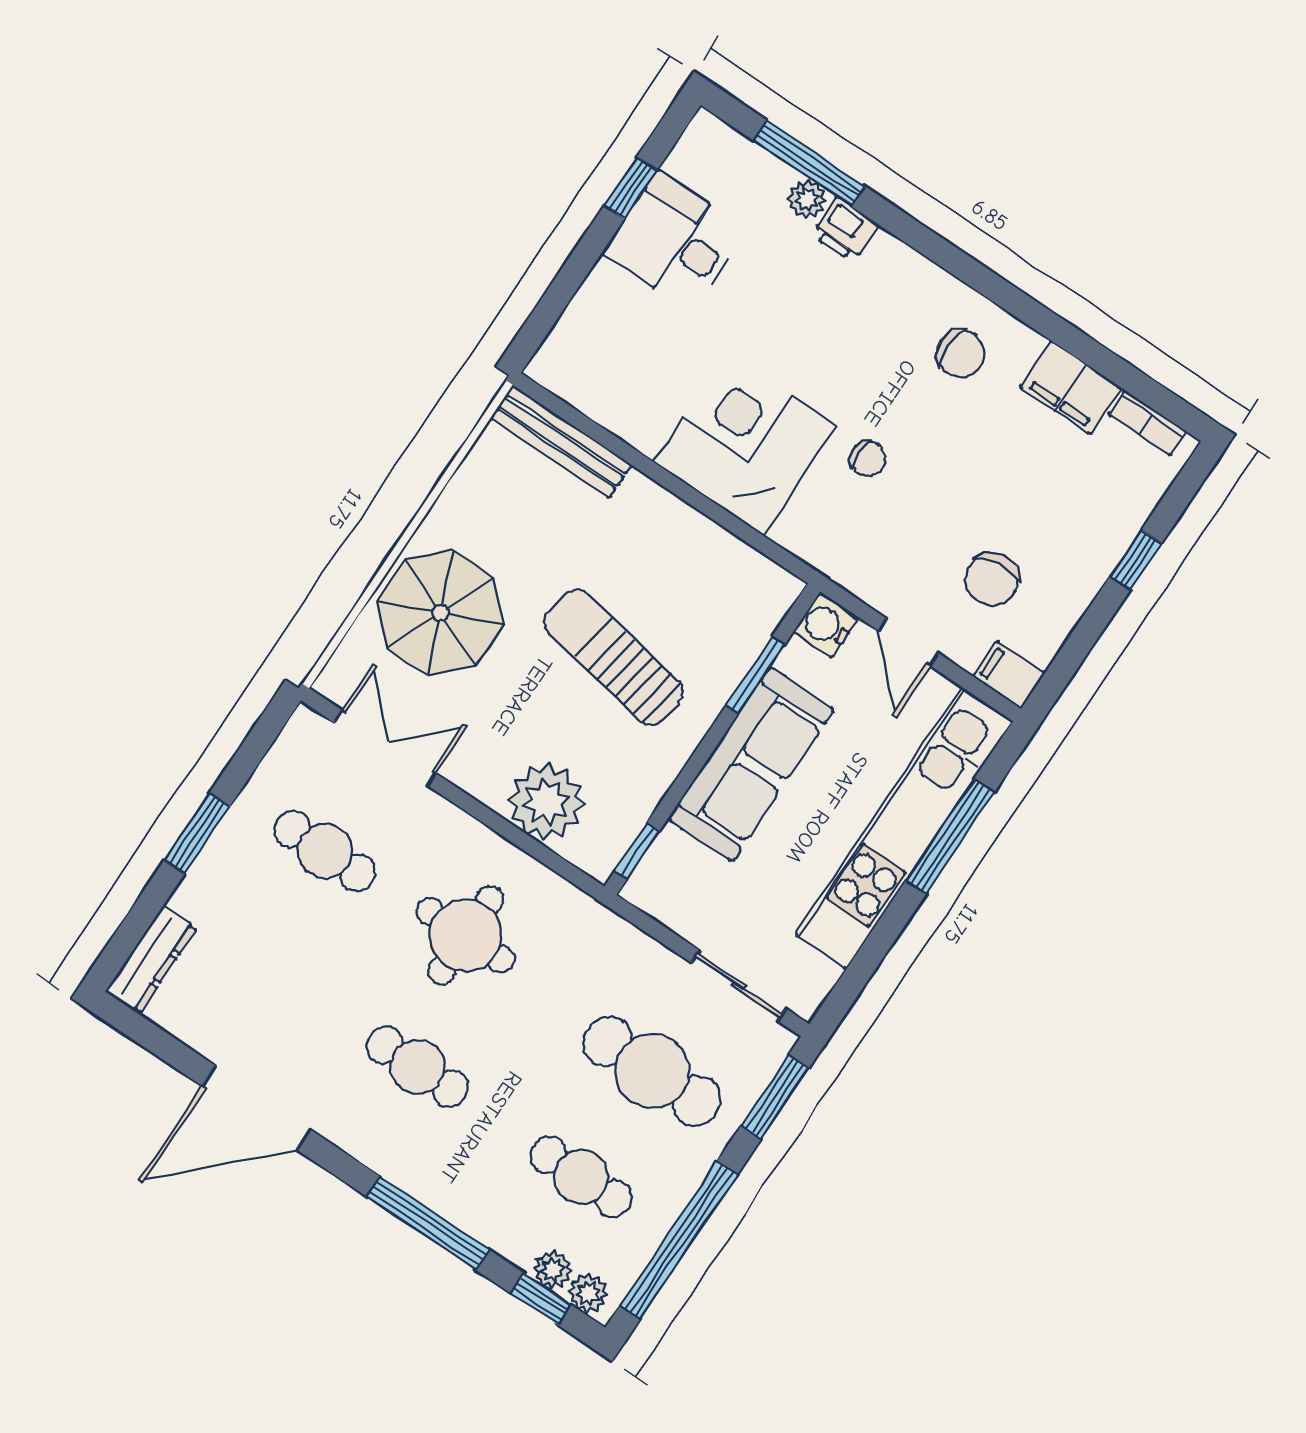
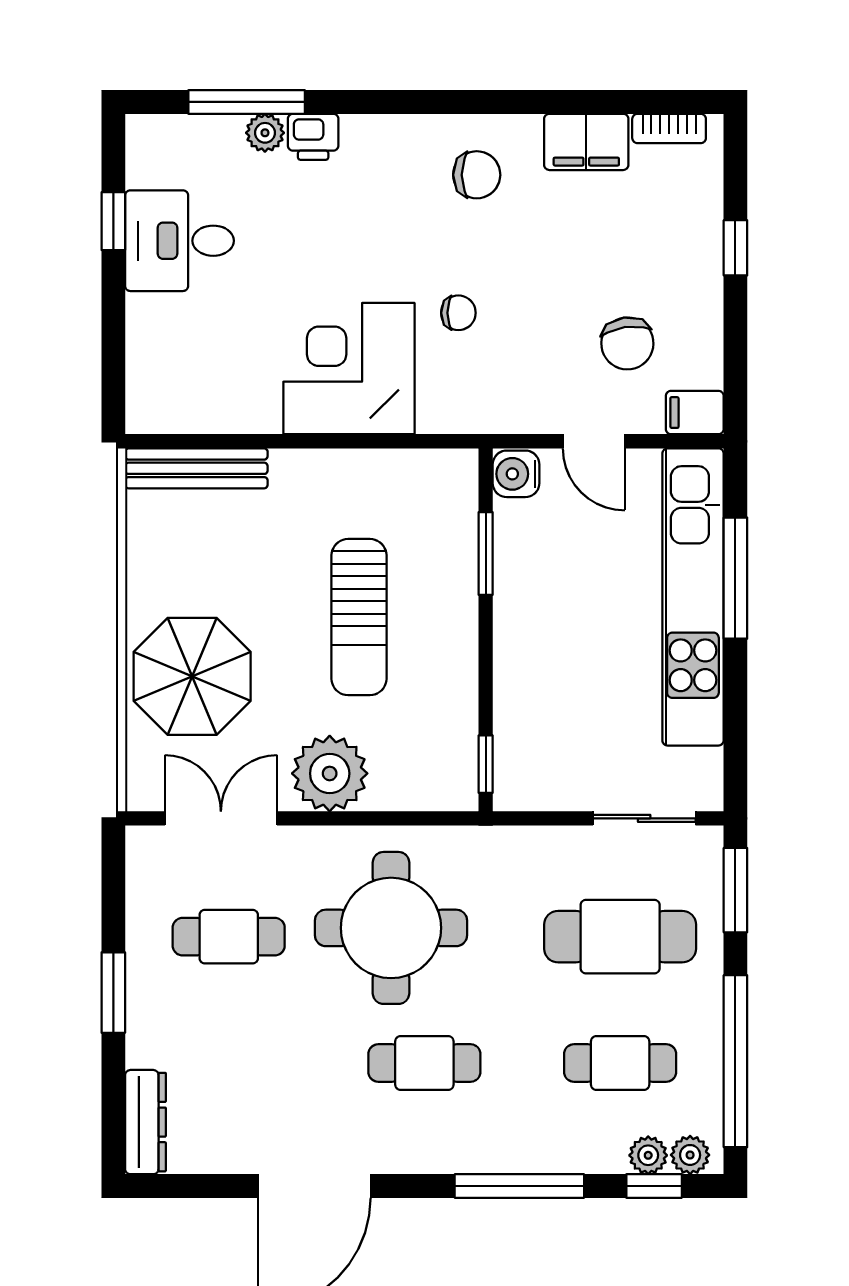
sun lounger: (613, 657) -> (359, 617), turned -100
sofa: (751, 764) -> (532, 629), removed
plant: (546, 802) -> (330, 773), moved
round table: (466, 935) -> (391, 928), width x1.36, depth x1.36

